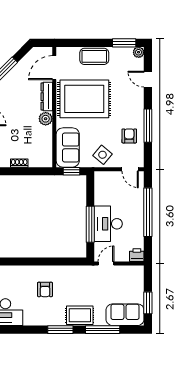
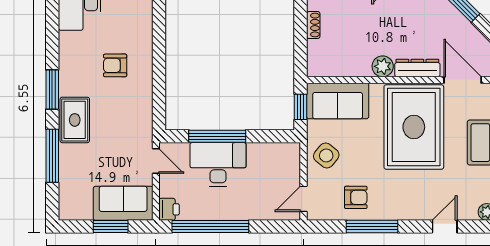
window: (148, 212) -> (210, 227), moved
window: (148, 303) -> (111, 227), moved
sofa: (125, 315) -> (123, 203), moved, turned -90

